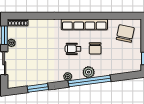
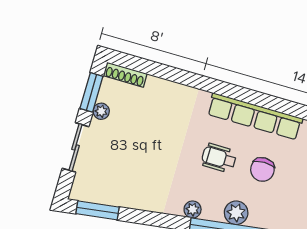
window: (38, 88) -> (97, 210), moved

